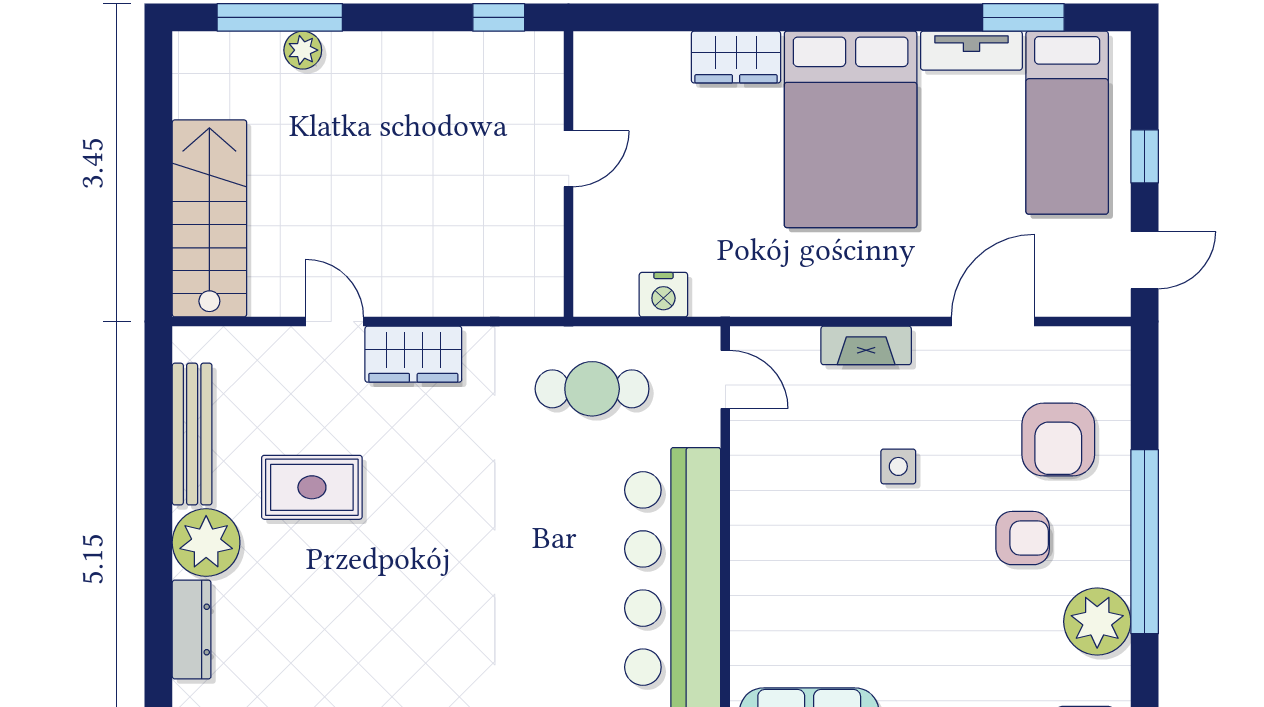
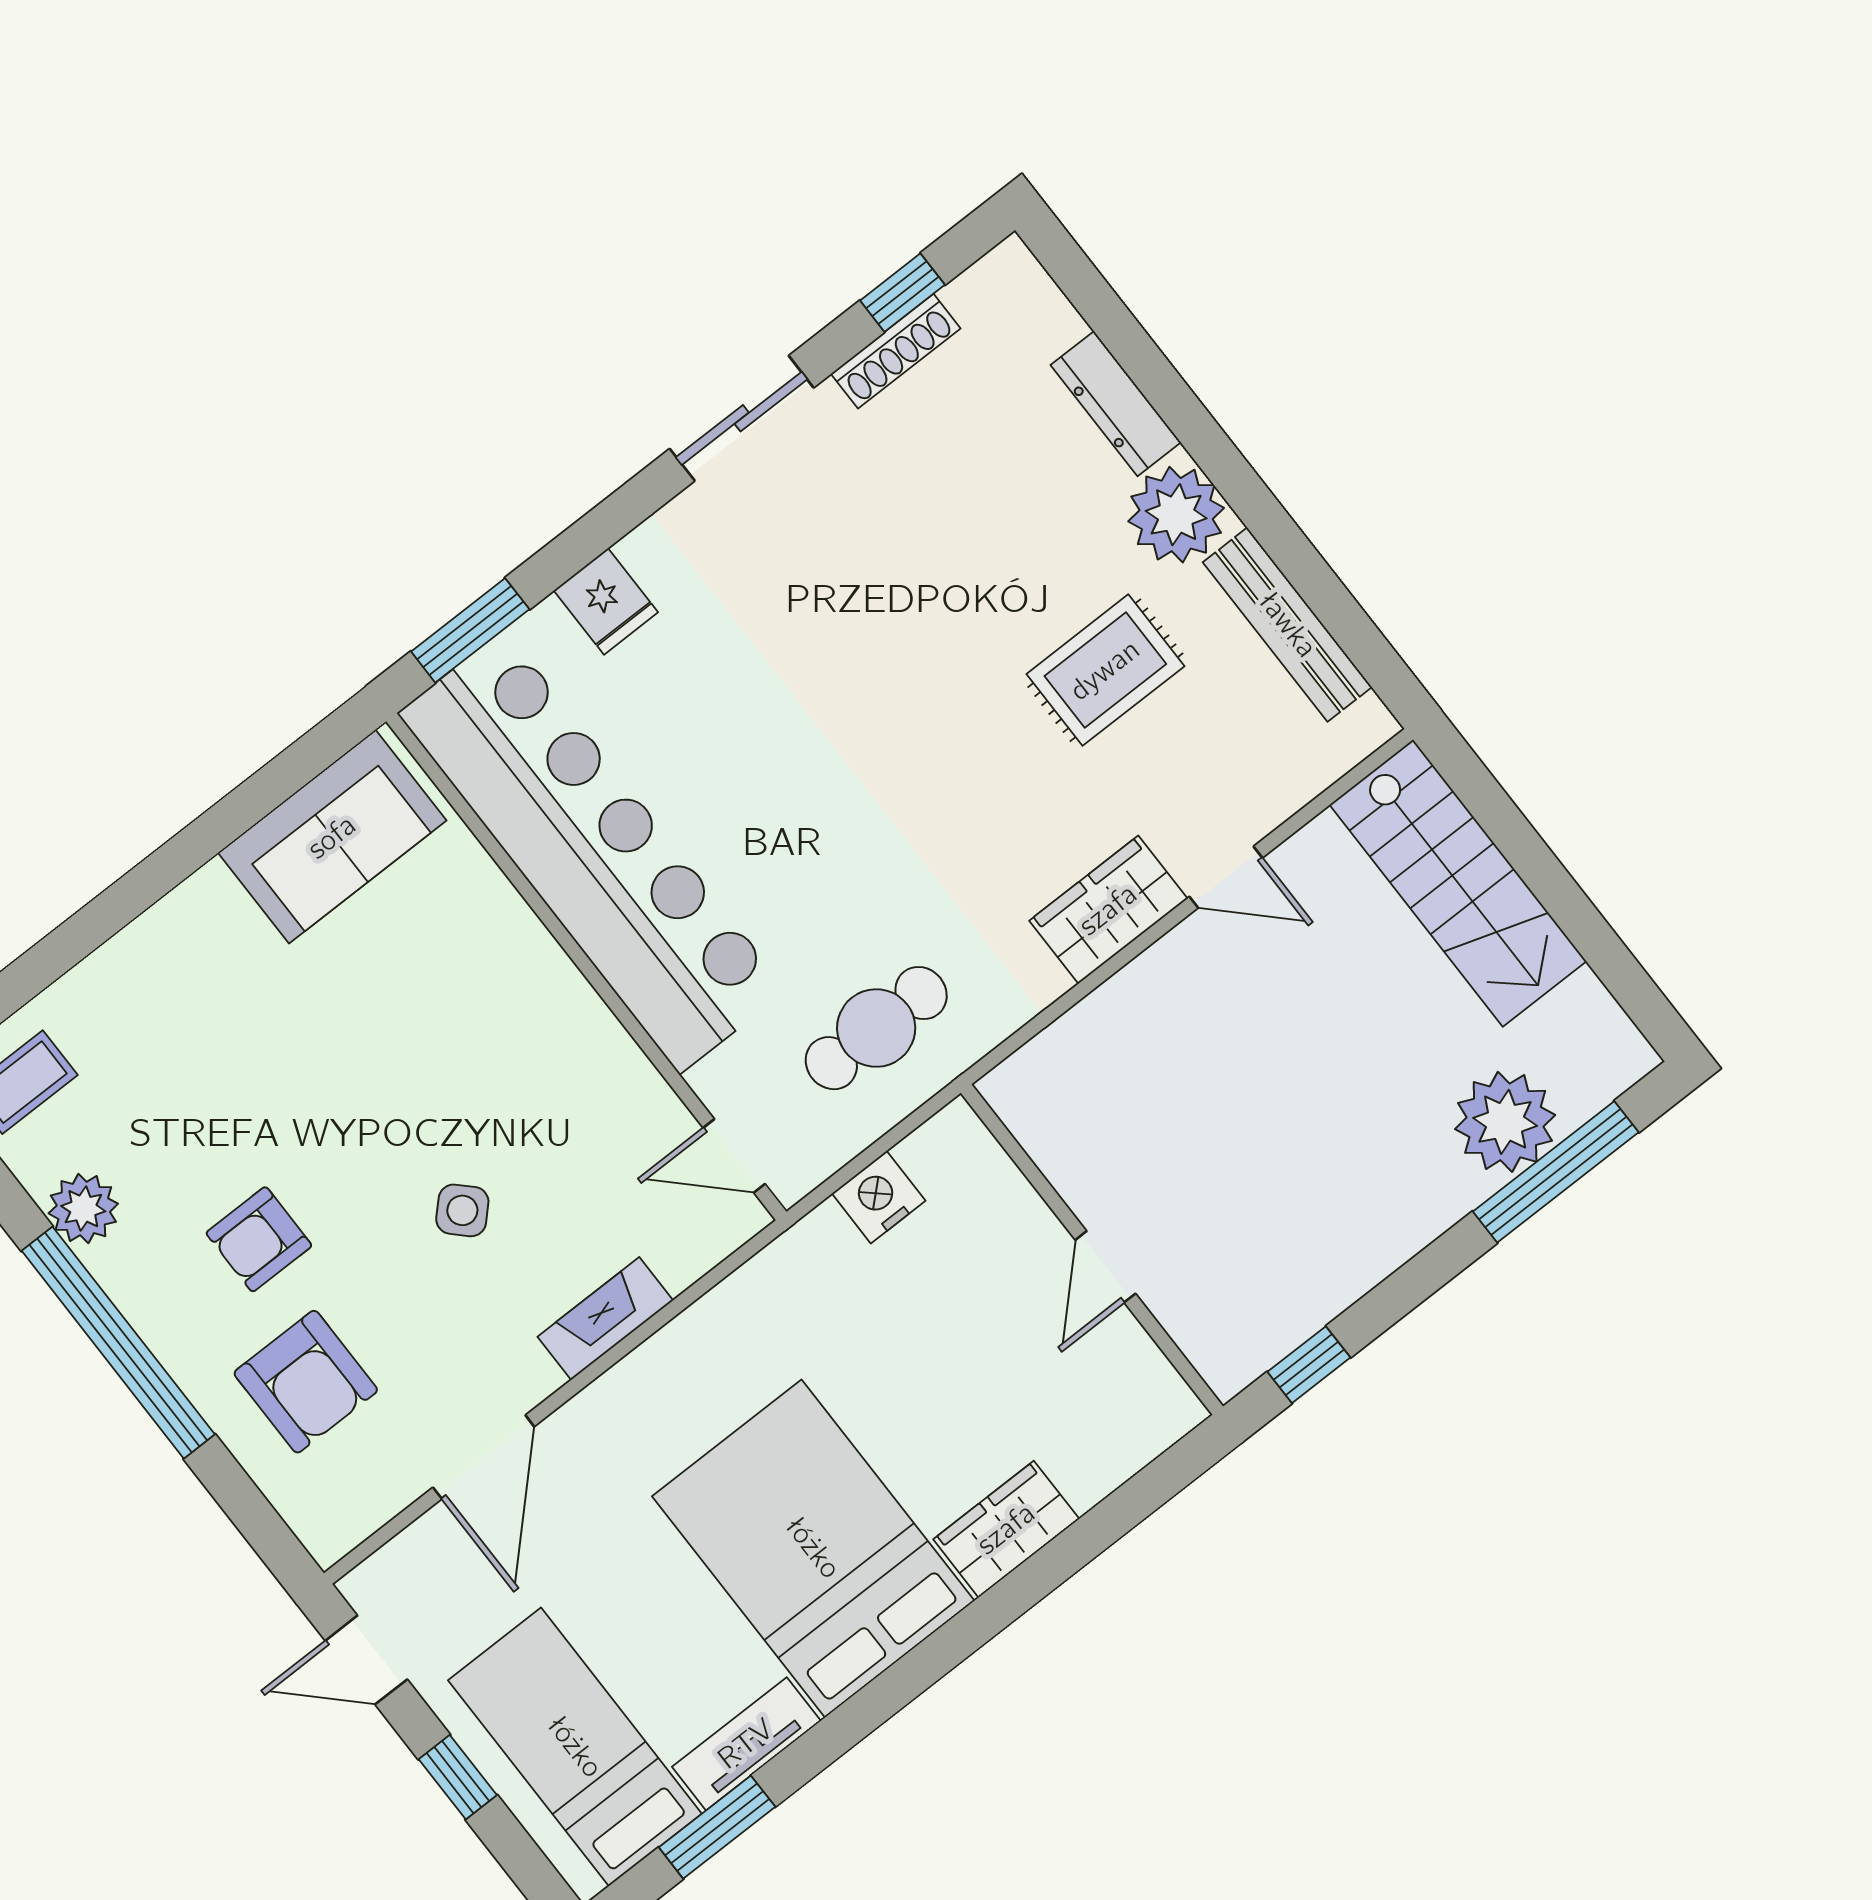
plant: (303, 50) -> (1505, 1122), width x1.88, depth x1.88
door: (1145, 260) -> (366, 1660), hinge flipped
armchair: (1058, 440) -> (306, 1382), turned 180
side table: (898, 466) -> (462, 1210), turned 45
plant: (1097, 622) -> (83, 1209), width x0.73, depth x0.73

